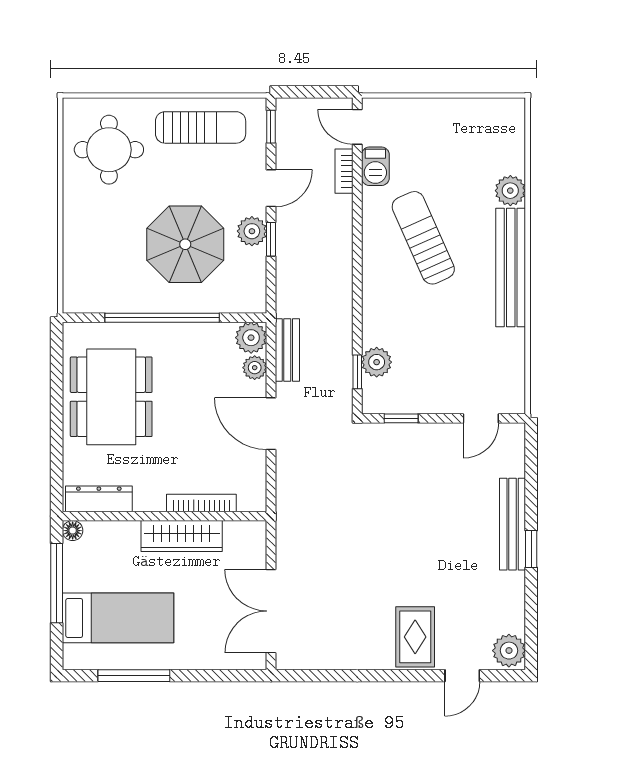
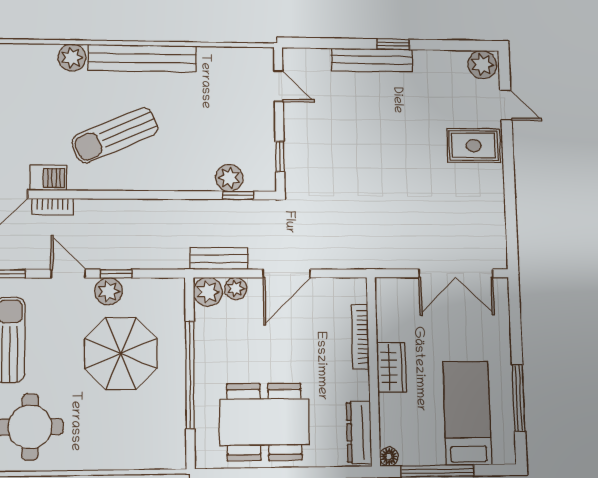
wardrobe: (182, 536) -> (391, 367), width x0.67

